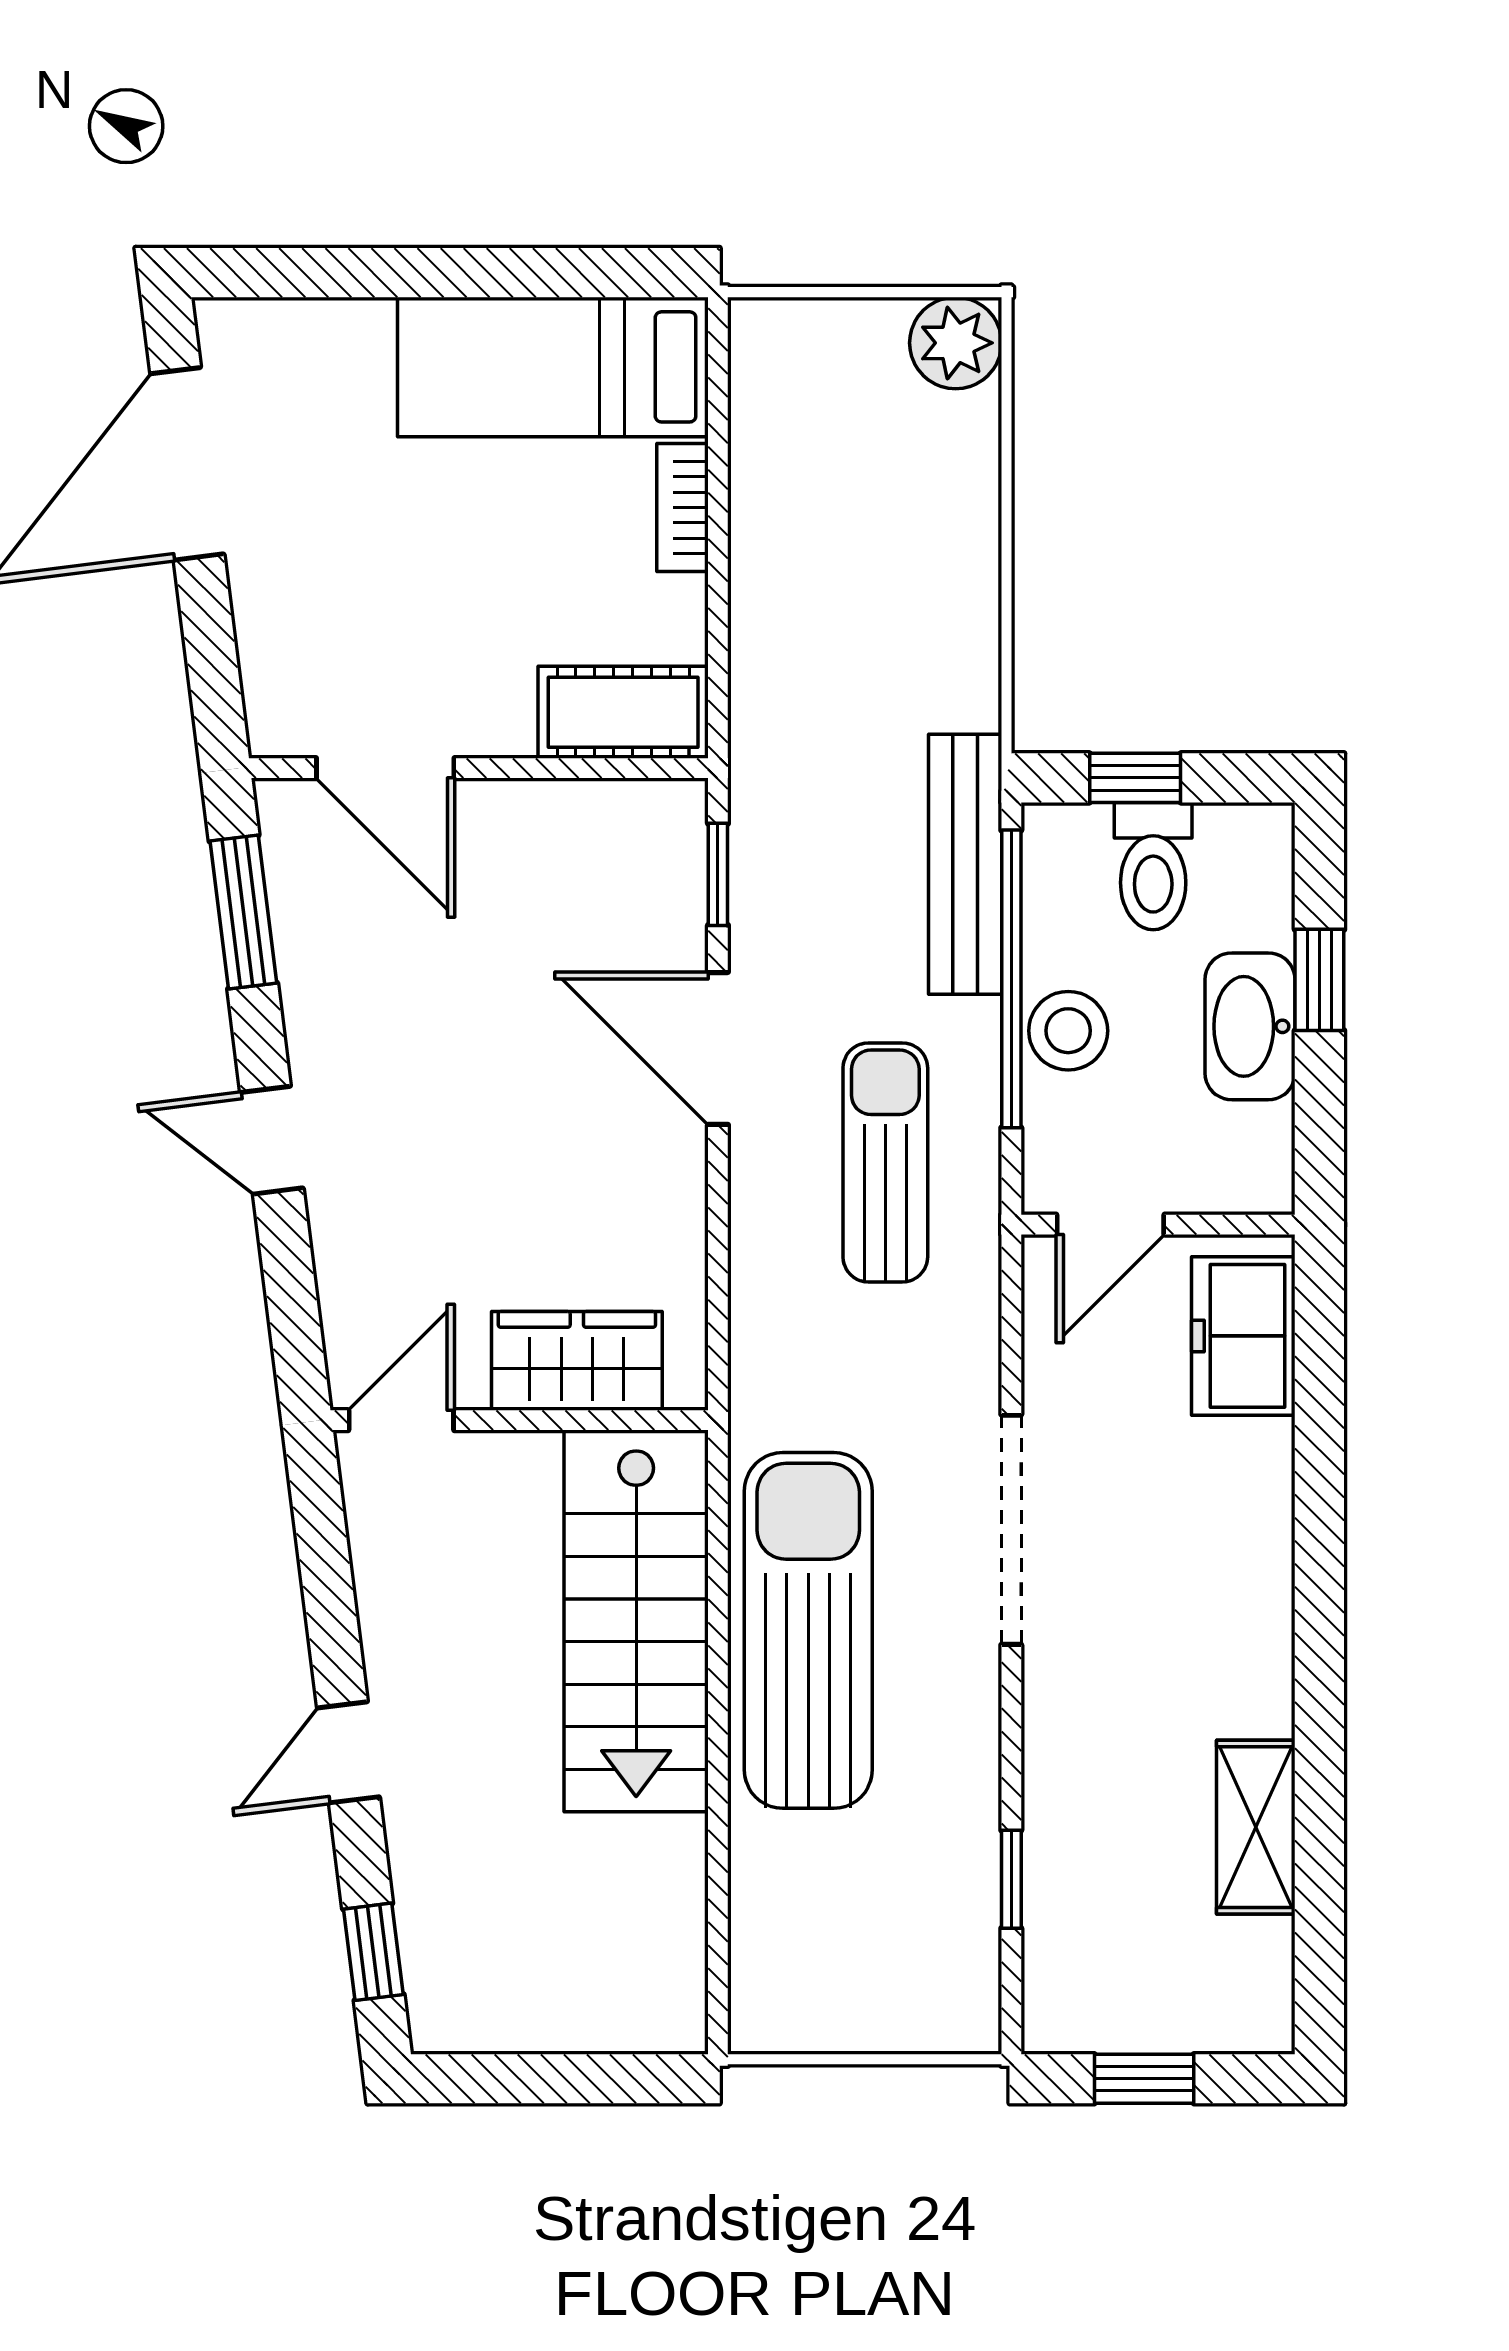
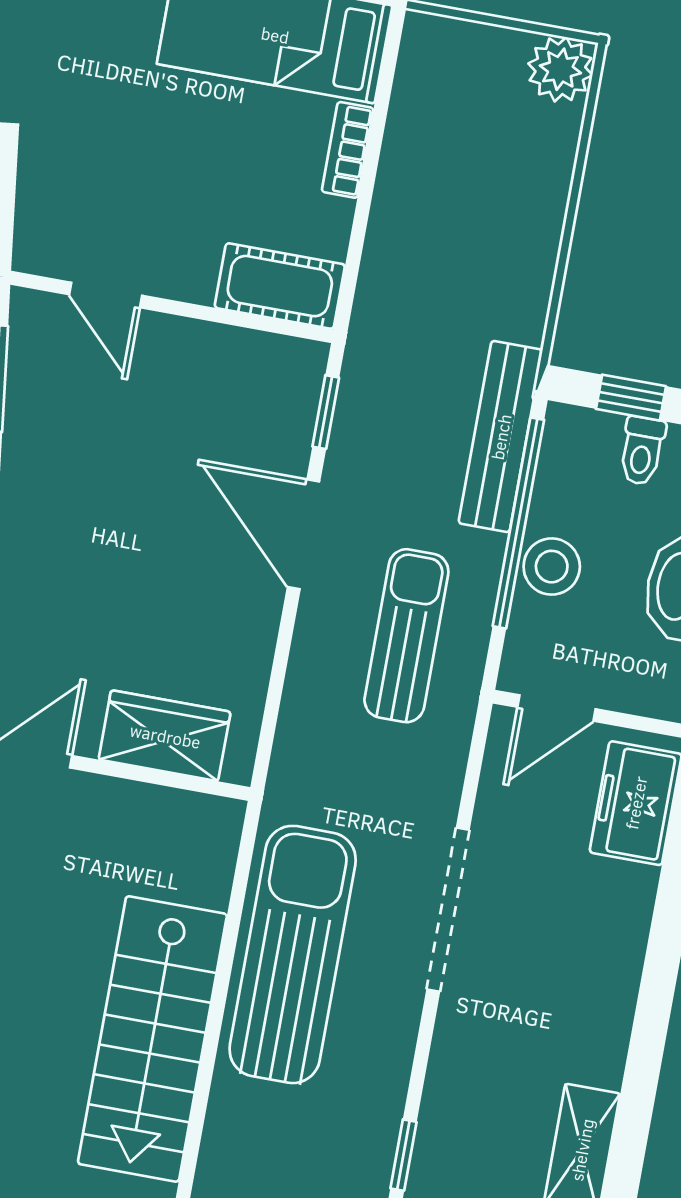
door: (385, 768) -> (106, 295), width x0.73
toilet: (1153, 866) -> (642, 451), width x0.73, depth x0.72
stairs: (636, 1621) -> (152, 1039), moved

